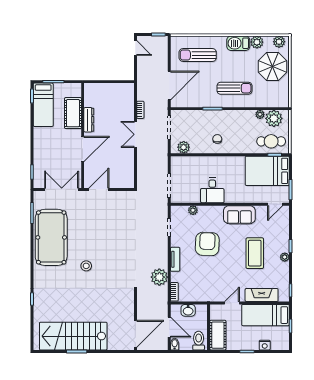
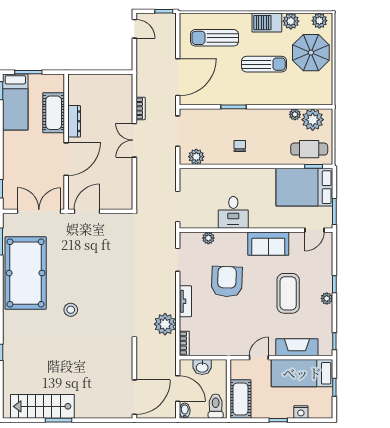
sun lounger: (234, 88) -> (264, 64), moved
stairs: (73, 336) -> (42, 406), width x0.73, depth x0.66

